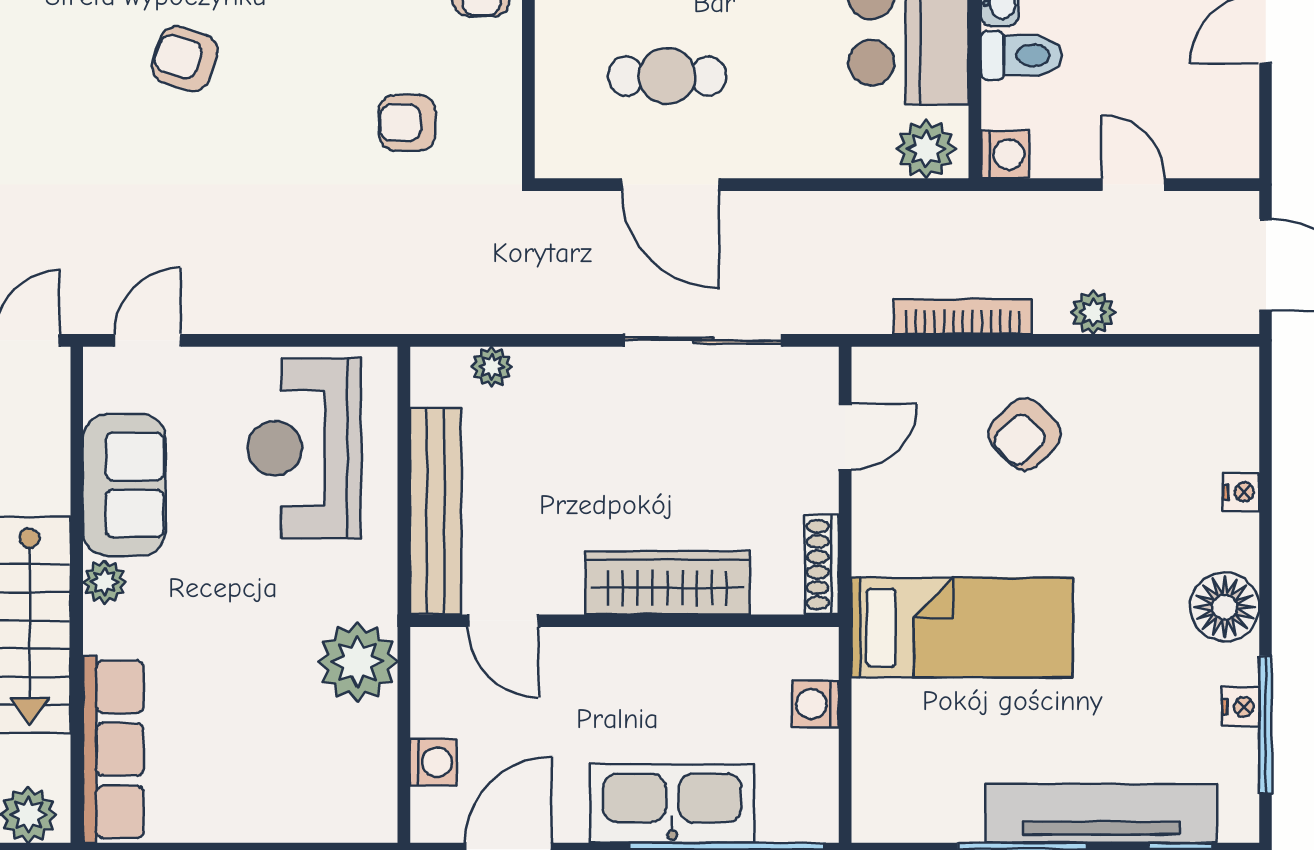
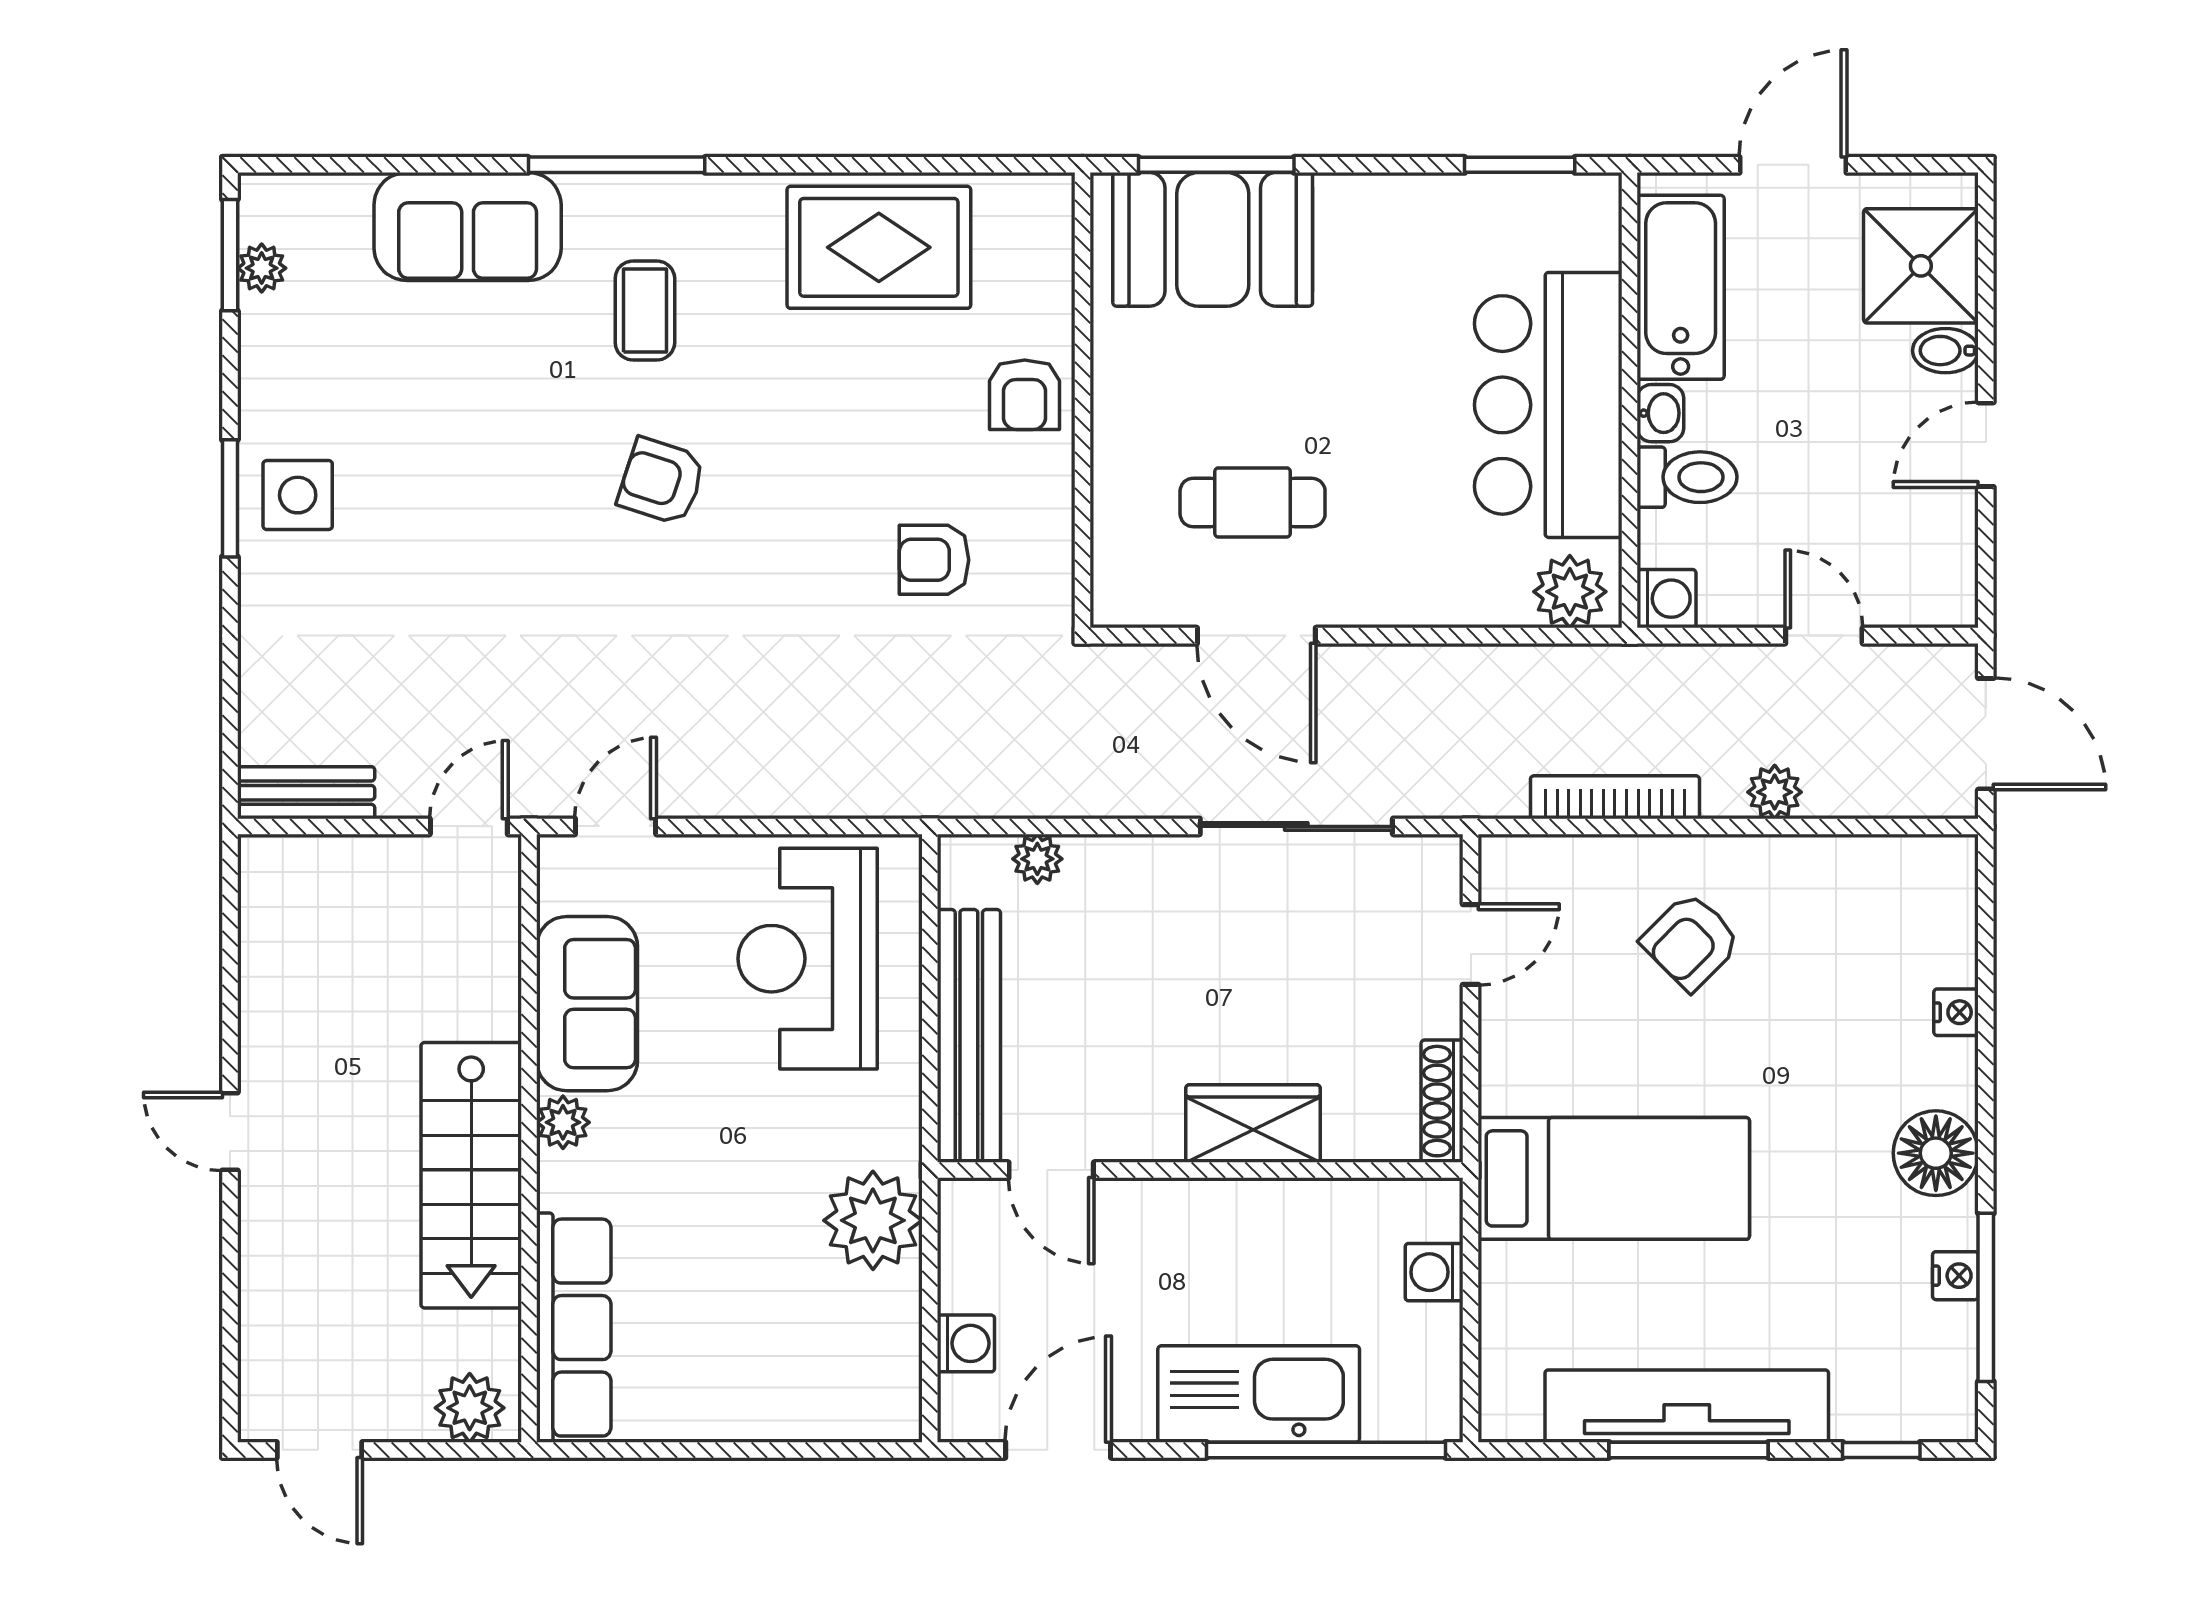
wardrobe: (668, 583) -> (1253, 1124), width x0.67
tv unit: (1101, 813) -> (1687, 1406), moved

